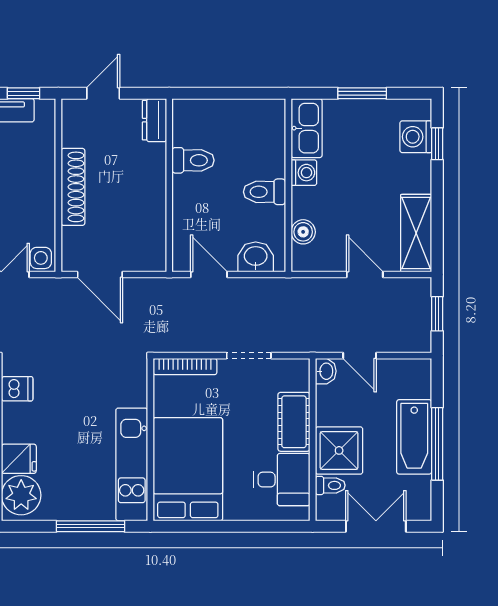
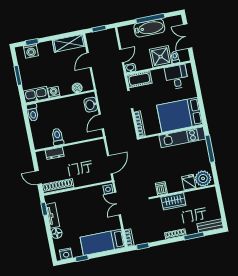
dresser: (154, 120) -> (55, 153), moved
shoe rack: (73, 187) -> (58, 186), moved
toilet: (265, 192) -> (33, 112), moved
cot: (294, 422) -> (139, 79), moved

